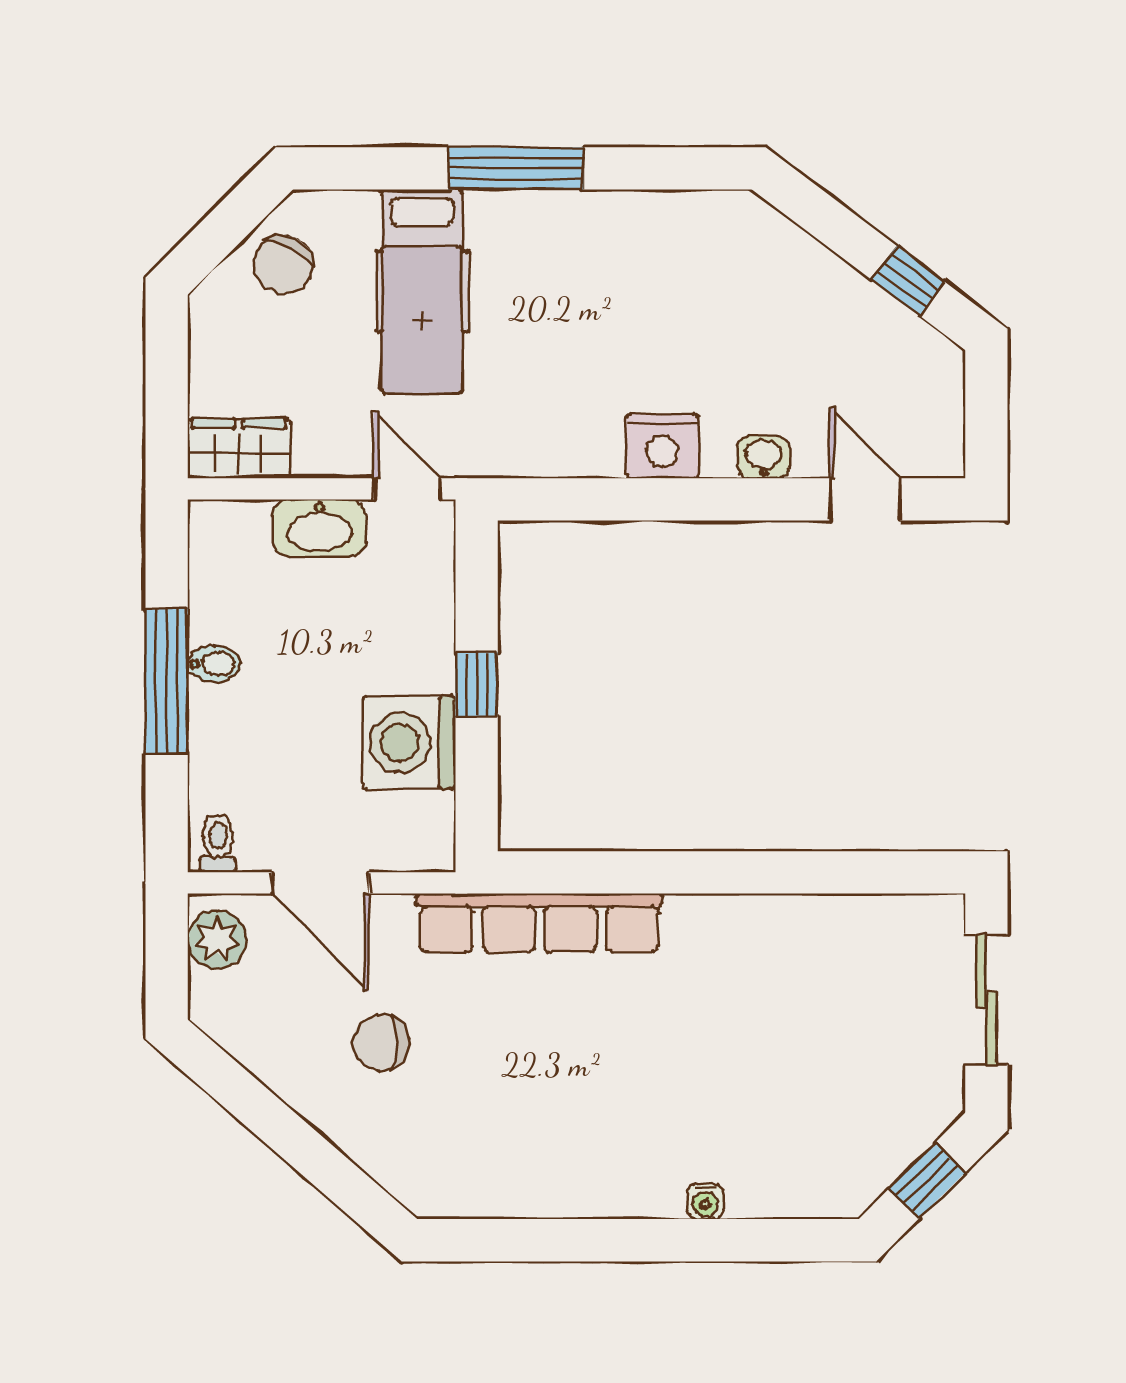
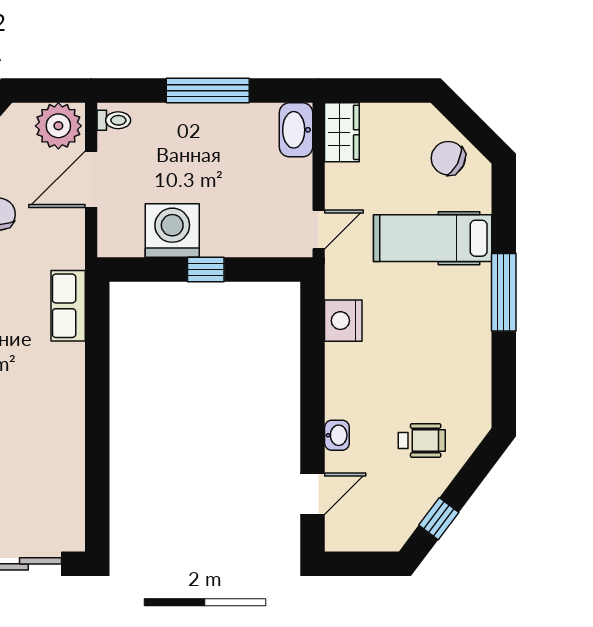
wheelchair: (773, 310) -> (422, 440), added
nightstand: (662, 446) -> (343, 321), moved
washbasin: (319, 528) -> (296, 130), moved
bidet: (214, 664) -> (218, 118), removed
row of seats: (539, 923) -> (68, 306), width x0.50
plant: (217, 940) -> (58, 126), width x1.36, depth x1.36

